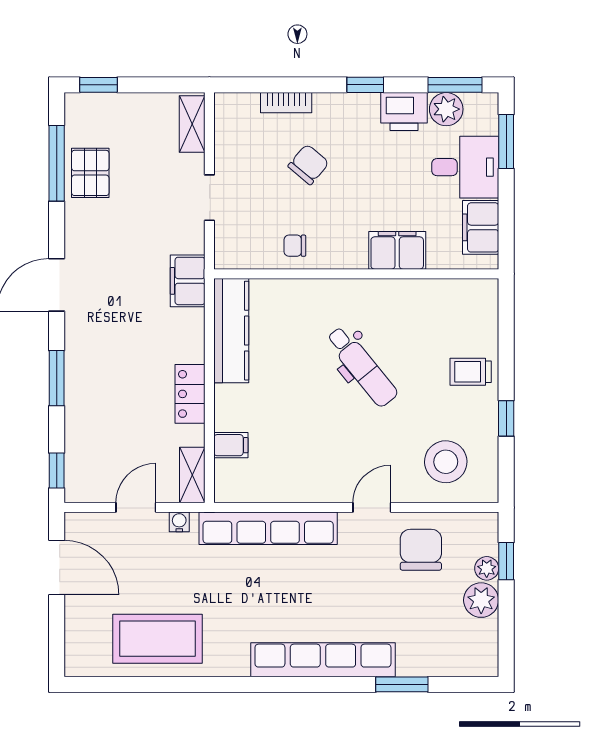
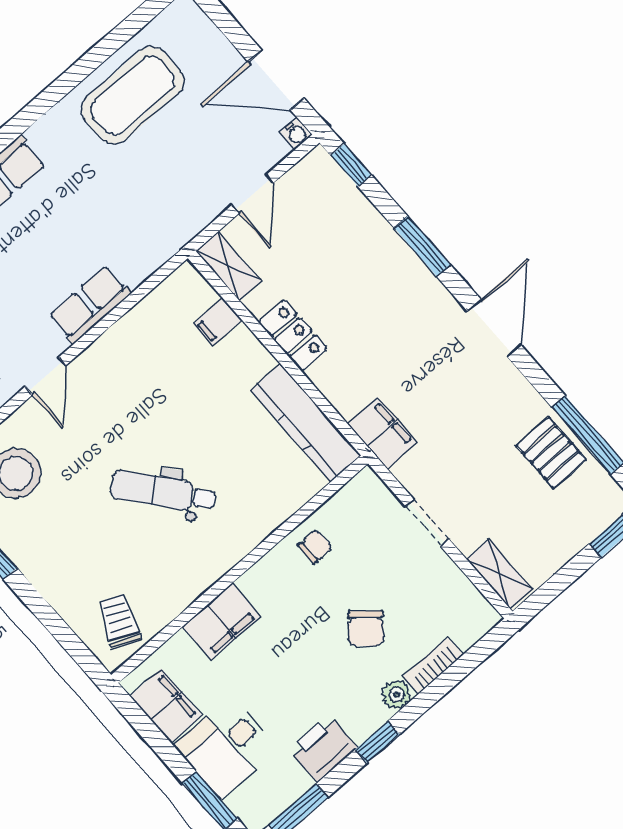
plant: (446, 109) -> (396, 695), moved, width x0.73, depth x0.73
trolley: (471, 372) -> (119, 620), moved, turned -66
water cooler: (179, 522) -> (296, 133), moved
row of seats: (268, 528) -> (90, 304), width x0.50

